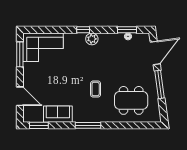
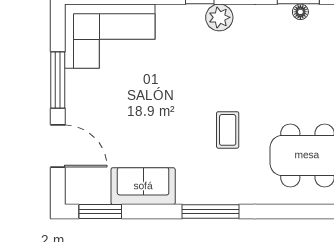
window: (20, 54) -> (58, 80), moved

